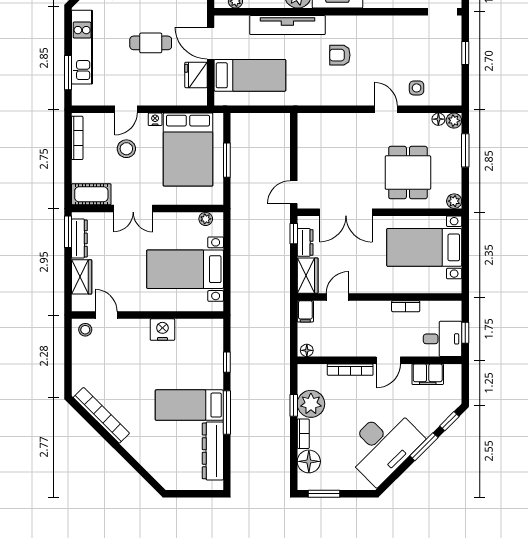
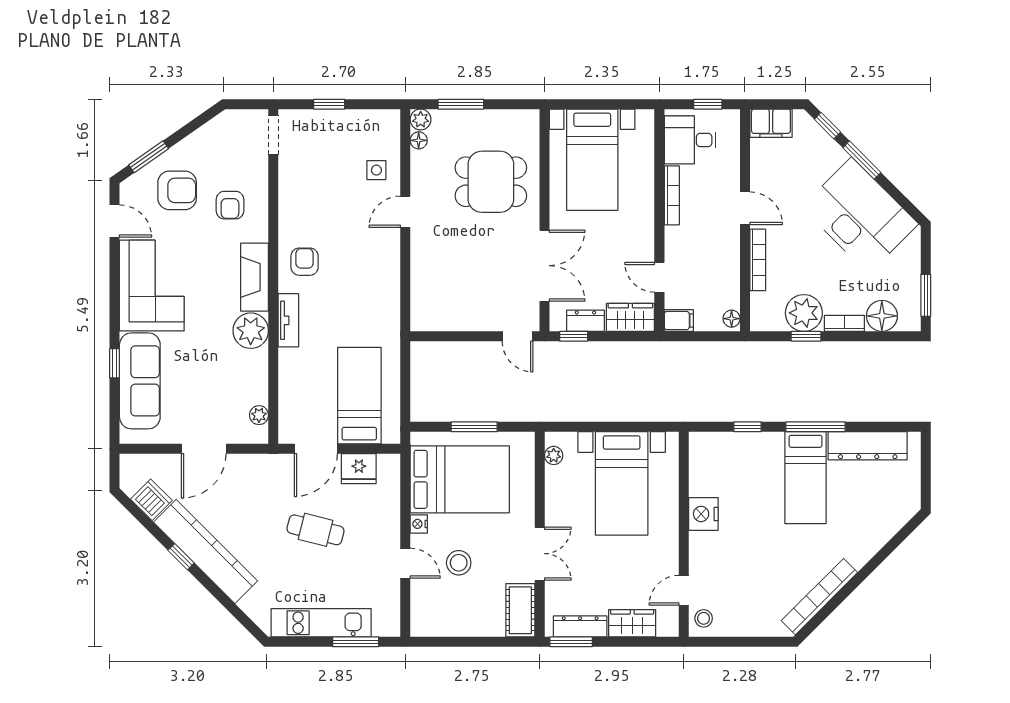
tv unit: (287, 25) -> (288, 320), width x0.52, depth x0.78
cafe table: (151, 43) -> (315, 530), turned -76
armchair: (340, 55) -> (305, 262), moved, turned 180
bookcase: (77, 138) -> (444, 629), removed
plant: (454, 201) -> (530, 119), removed
bookcase: (406, 306) -> (672, 195), width x1.56
desk: (442, 339) -> (690, 140), moved, turned -90
filing cabinet: (428, 374) -> (771, 123), moved, turned 90

